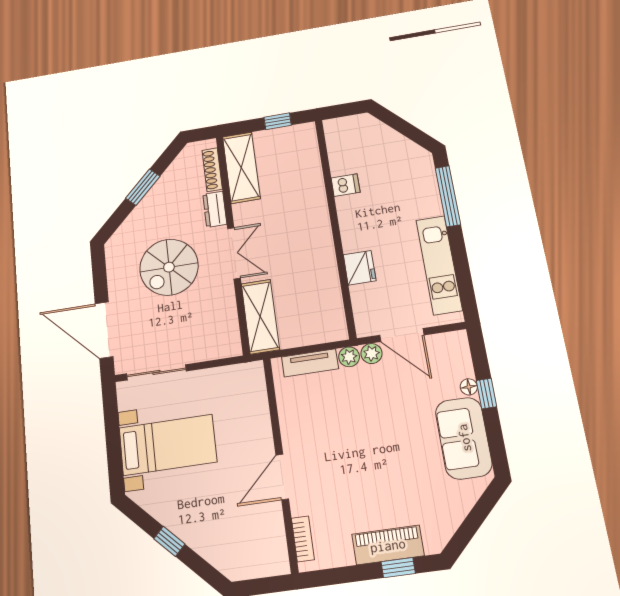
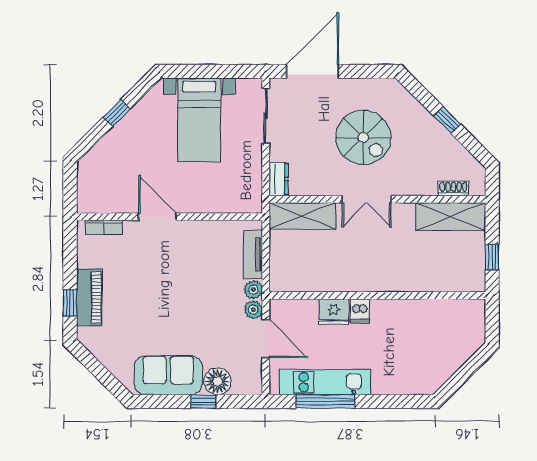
shoe rack: (212, 170) -> (453, 189), width x0.70
dishwasher: (345, 185) -> (360, 311), moved
window: (143, 187) -> (447, 120), width x0.67
window: (448, 196) -> (325, 402), moved
dresser: (215, 209) -> (279, 179), moved, turned 90
spiral stairs: (169, 267) -> (363, 137), turned 180
door: (402, 335) -> (266, 339), swing flipped
floor lamp: (469, 387) -> (218, 381), width x1.89, depth x1.89

